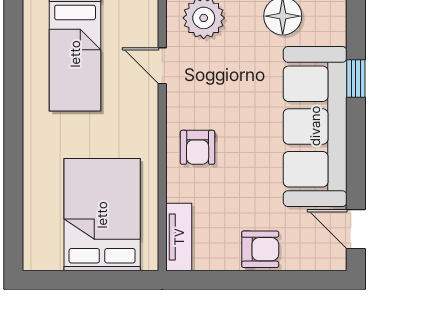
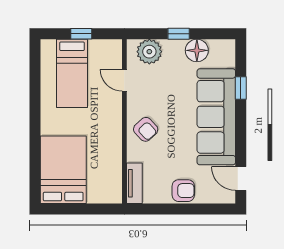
armchair: (198, 147) -> (146, 129), turned -43
bed: (102, 215) -> (63, 170), moved

